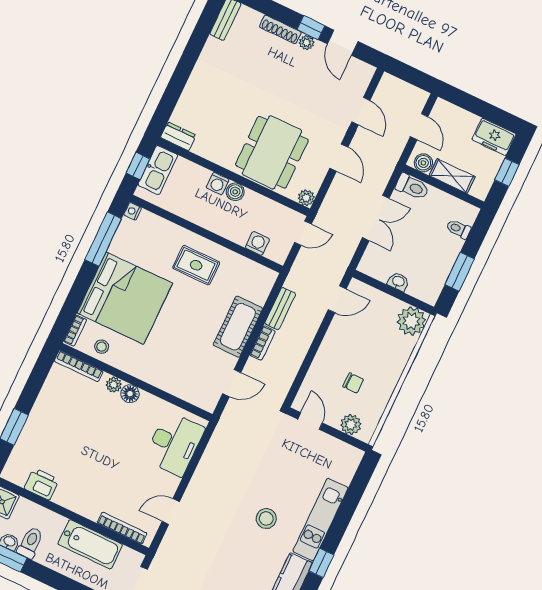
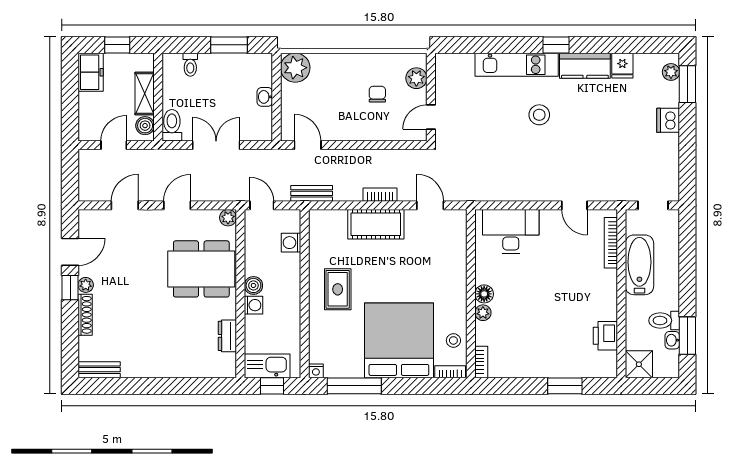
dresser: (178, 136) -> (227, 336), moved
bench: (280, 309) -> (312, 193), moved
bookcase: (79, 366) -> (481, 362), width x0.64

